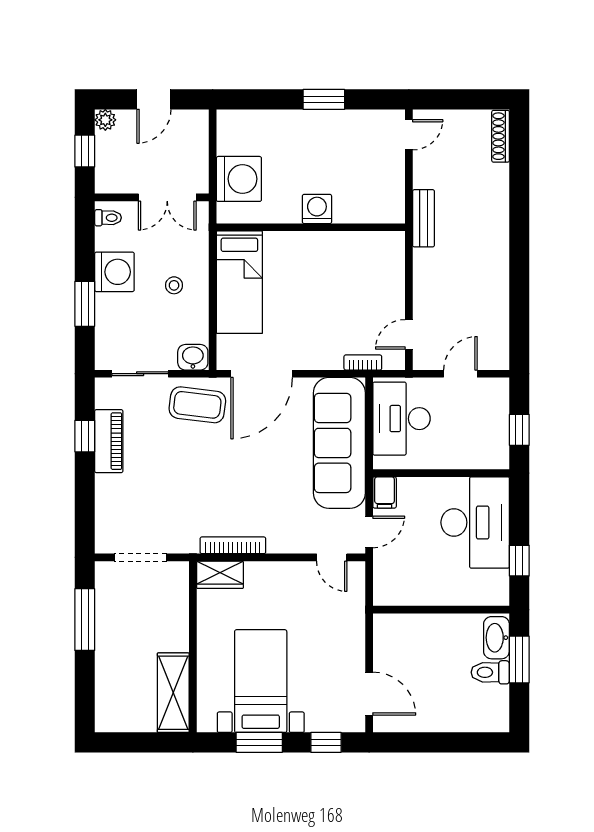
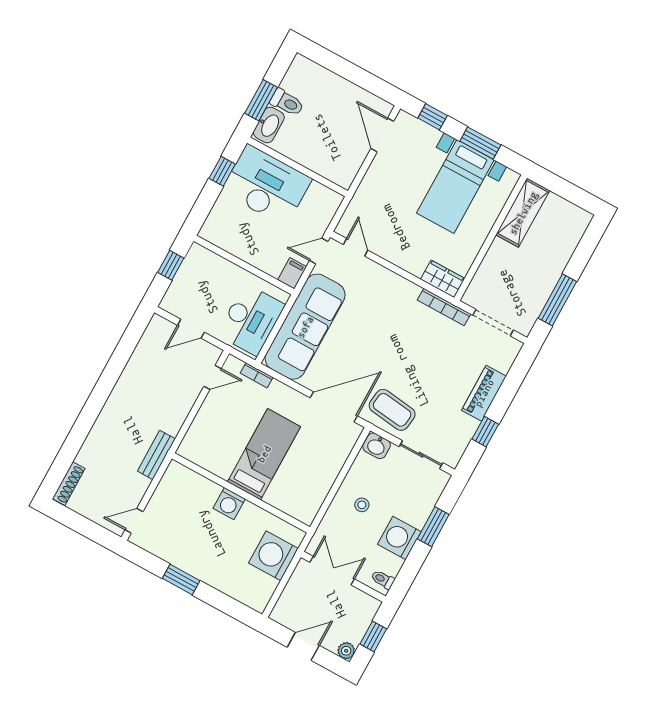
bed: (239, 282) -> (264, 454), moved
piano: (109, 441) -> (484, 393), moved
desk: (475, 522) -> (266, 185), moved, turned 90
bookcase: (233, 545) -> (444, 307), moved

